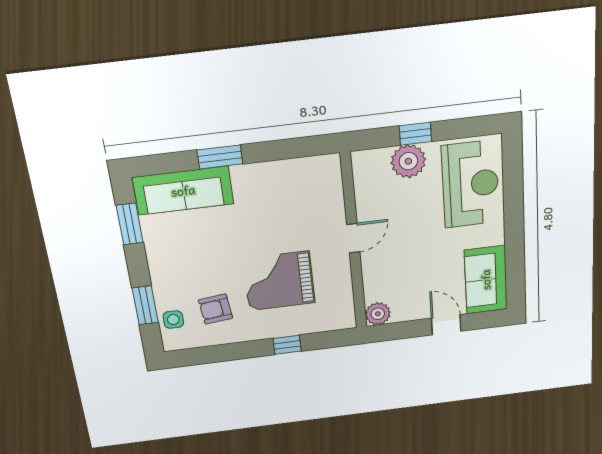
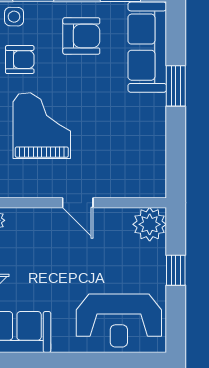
plant: (408, 161) -> (150, 224), moved
armchair: (182, 256) -> (81, 36), added
armchair: (215, 309) -> (20, 60), turned 96

